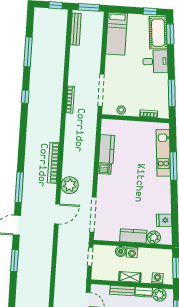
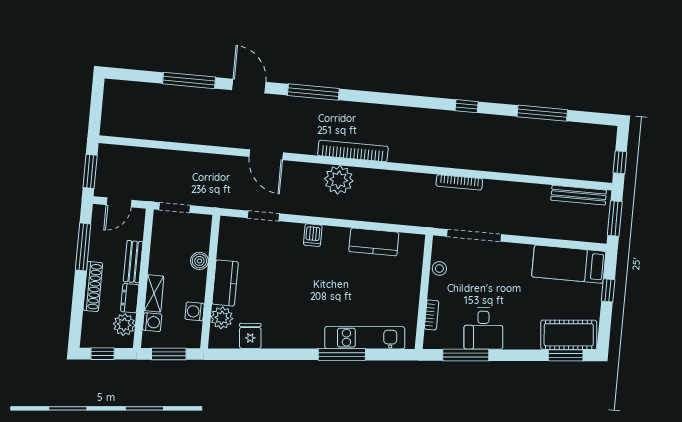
window: (150, 11) -> (608, 290), moved
desk: (155, 61) -> (483, 329), moved
dishwasher: (105, 169) -> (313, 235), moved
plant: (70, 185) -> (339, 180), moved
doorway: (93, 215) -> (263, 216), width x0.53
washing machine: (132, 252) -> (195, 311), moved
doorway: (90, 257) -> (174, 208), moved
window: (15, 261) -> (189, 80), width x1.44
shelving: (130, 277) -> (154, 293), moved

